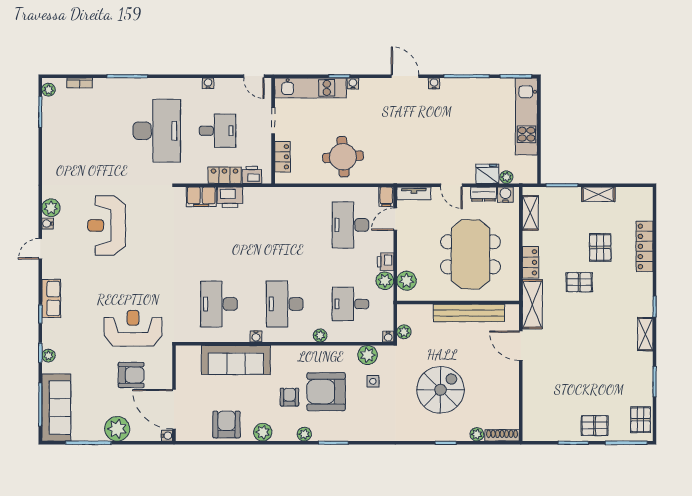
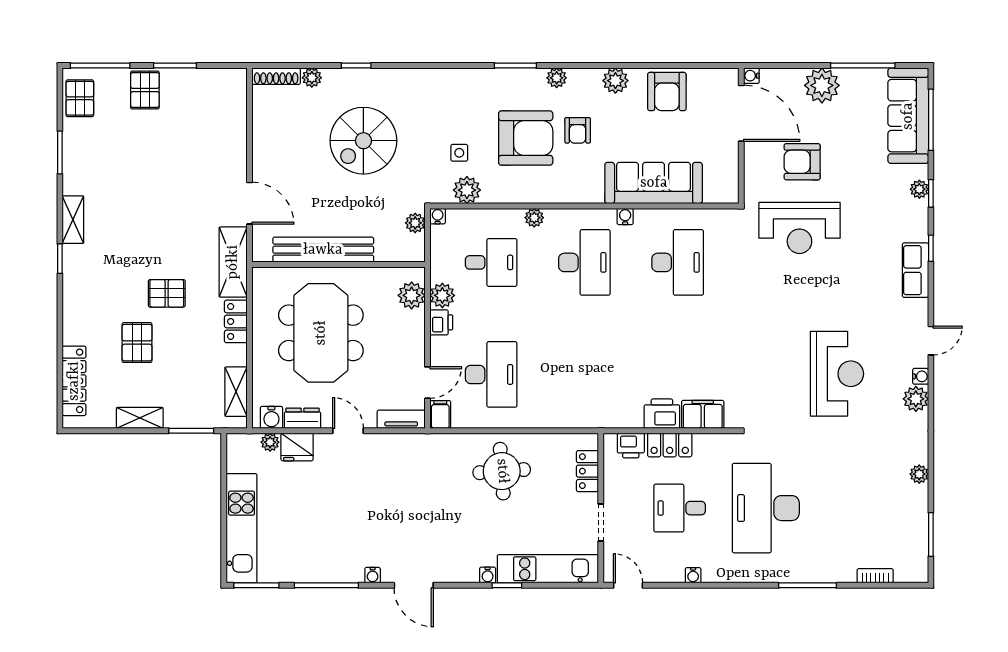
plant: (49, 90) -> (919, 474), moved
locker: (645, 246) -> (74, 381), moved
pallet: (595, 426) -> (145, 90), turned 90

